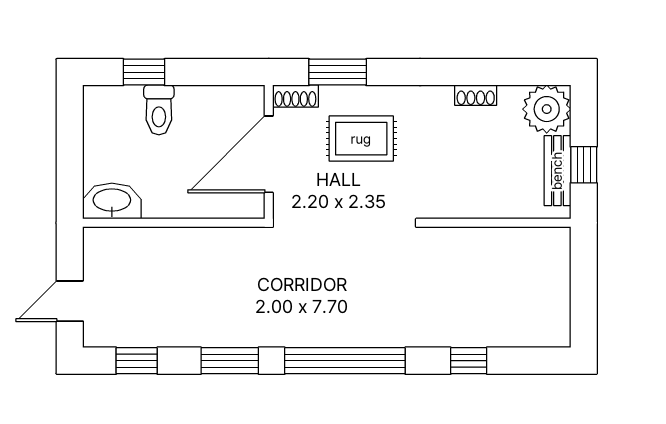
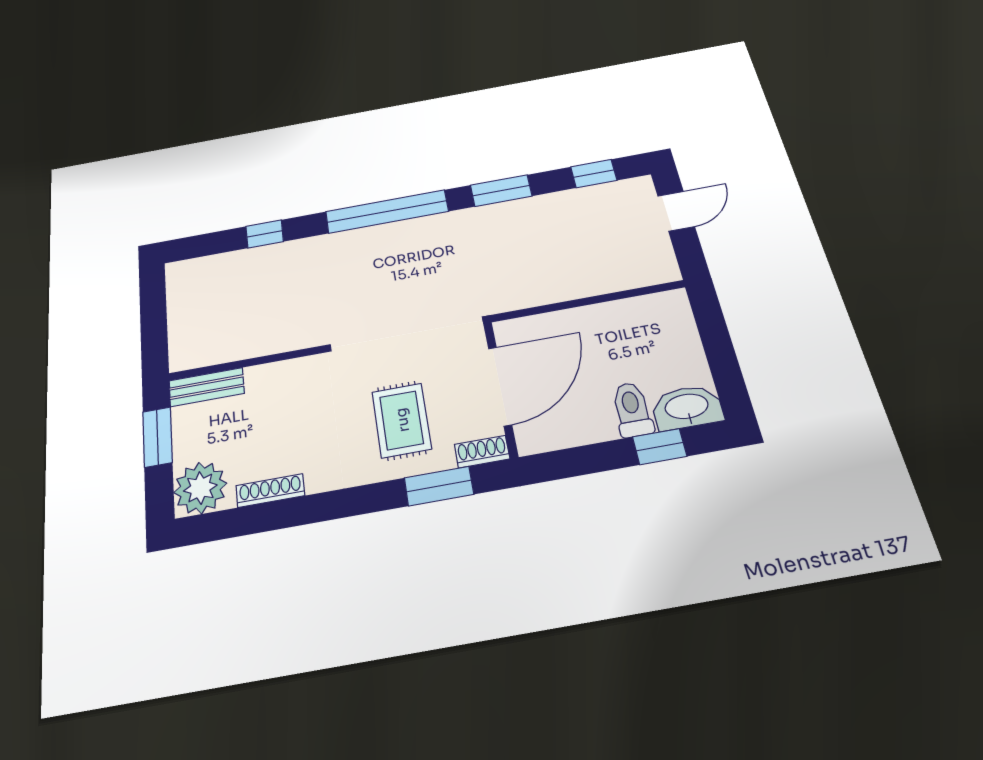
shoe rack: (476, 95) -> (270, 491), width x1.43
rug: (361, 139) -> (402, 420), turned 90
window: (584, 165) -> (158, 437), width x1.50
bench: (557, 171) -> (207, 387), moved, turned 90
washbasin: (112, 201) -> (687, 407), moved, turned 180

